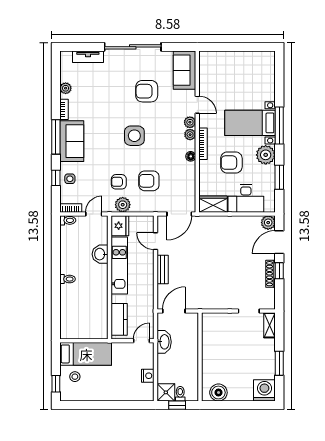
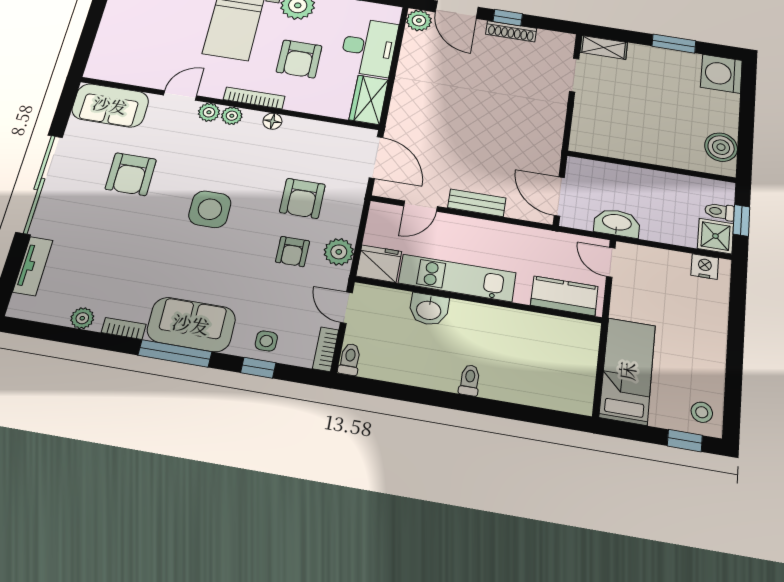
nightstand: (148, 376) -> (705, 267), moved
stool: (75, 377) -> (702, 412), moved

